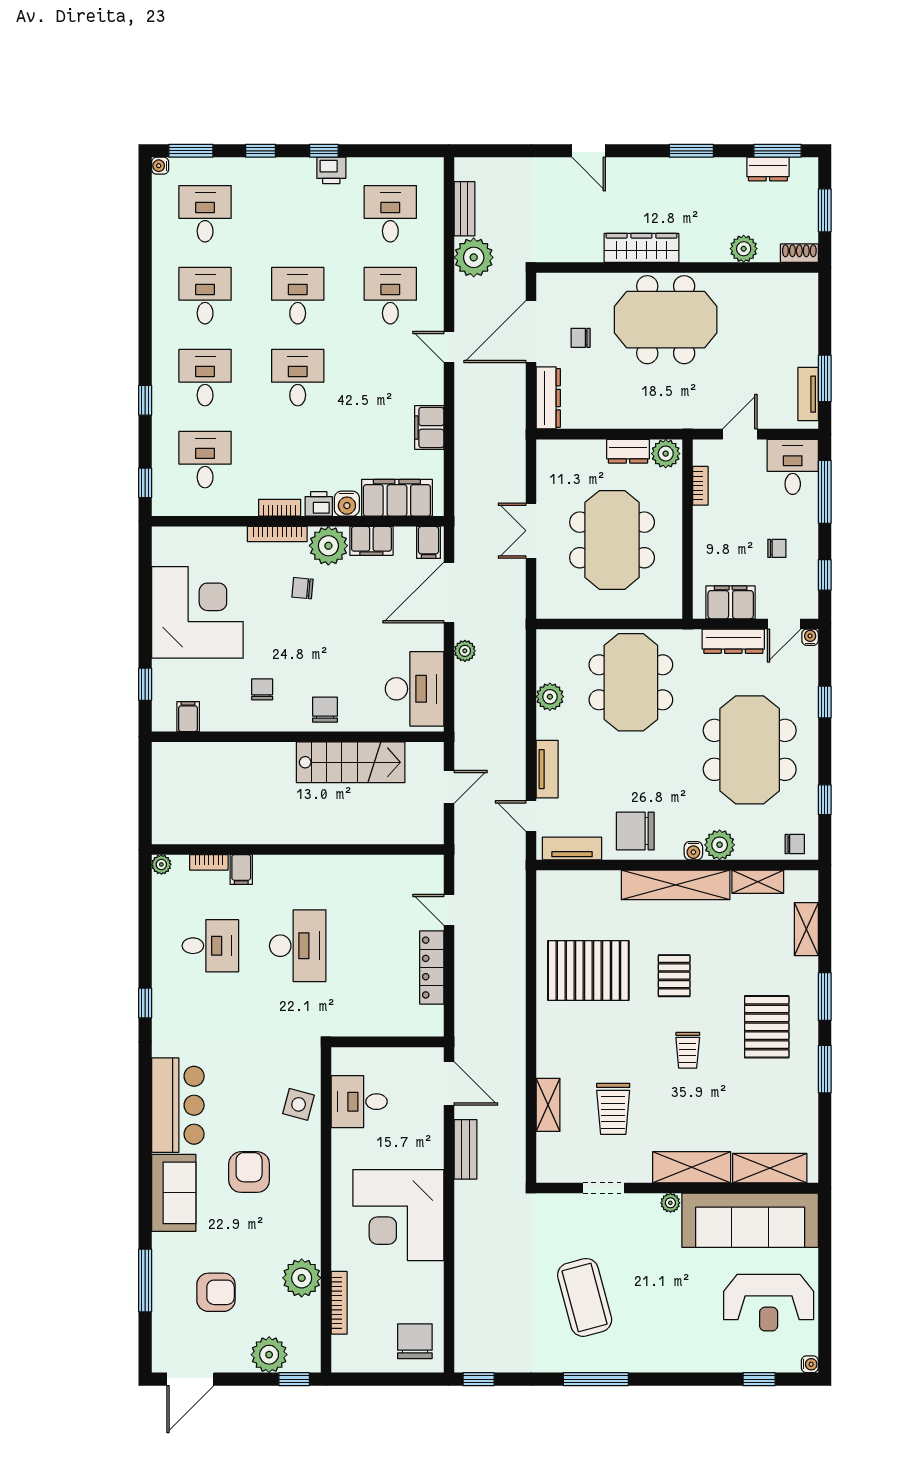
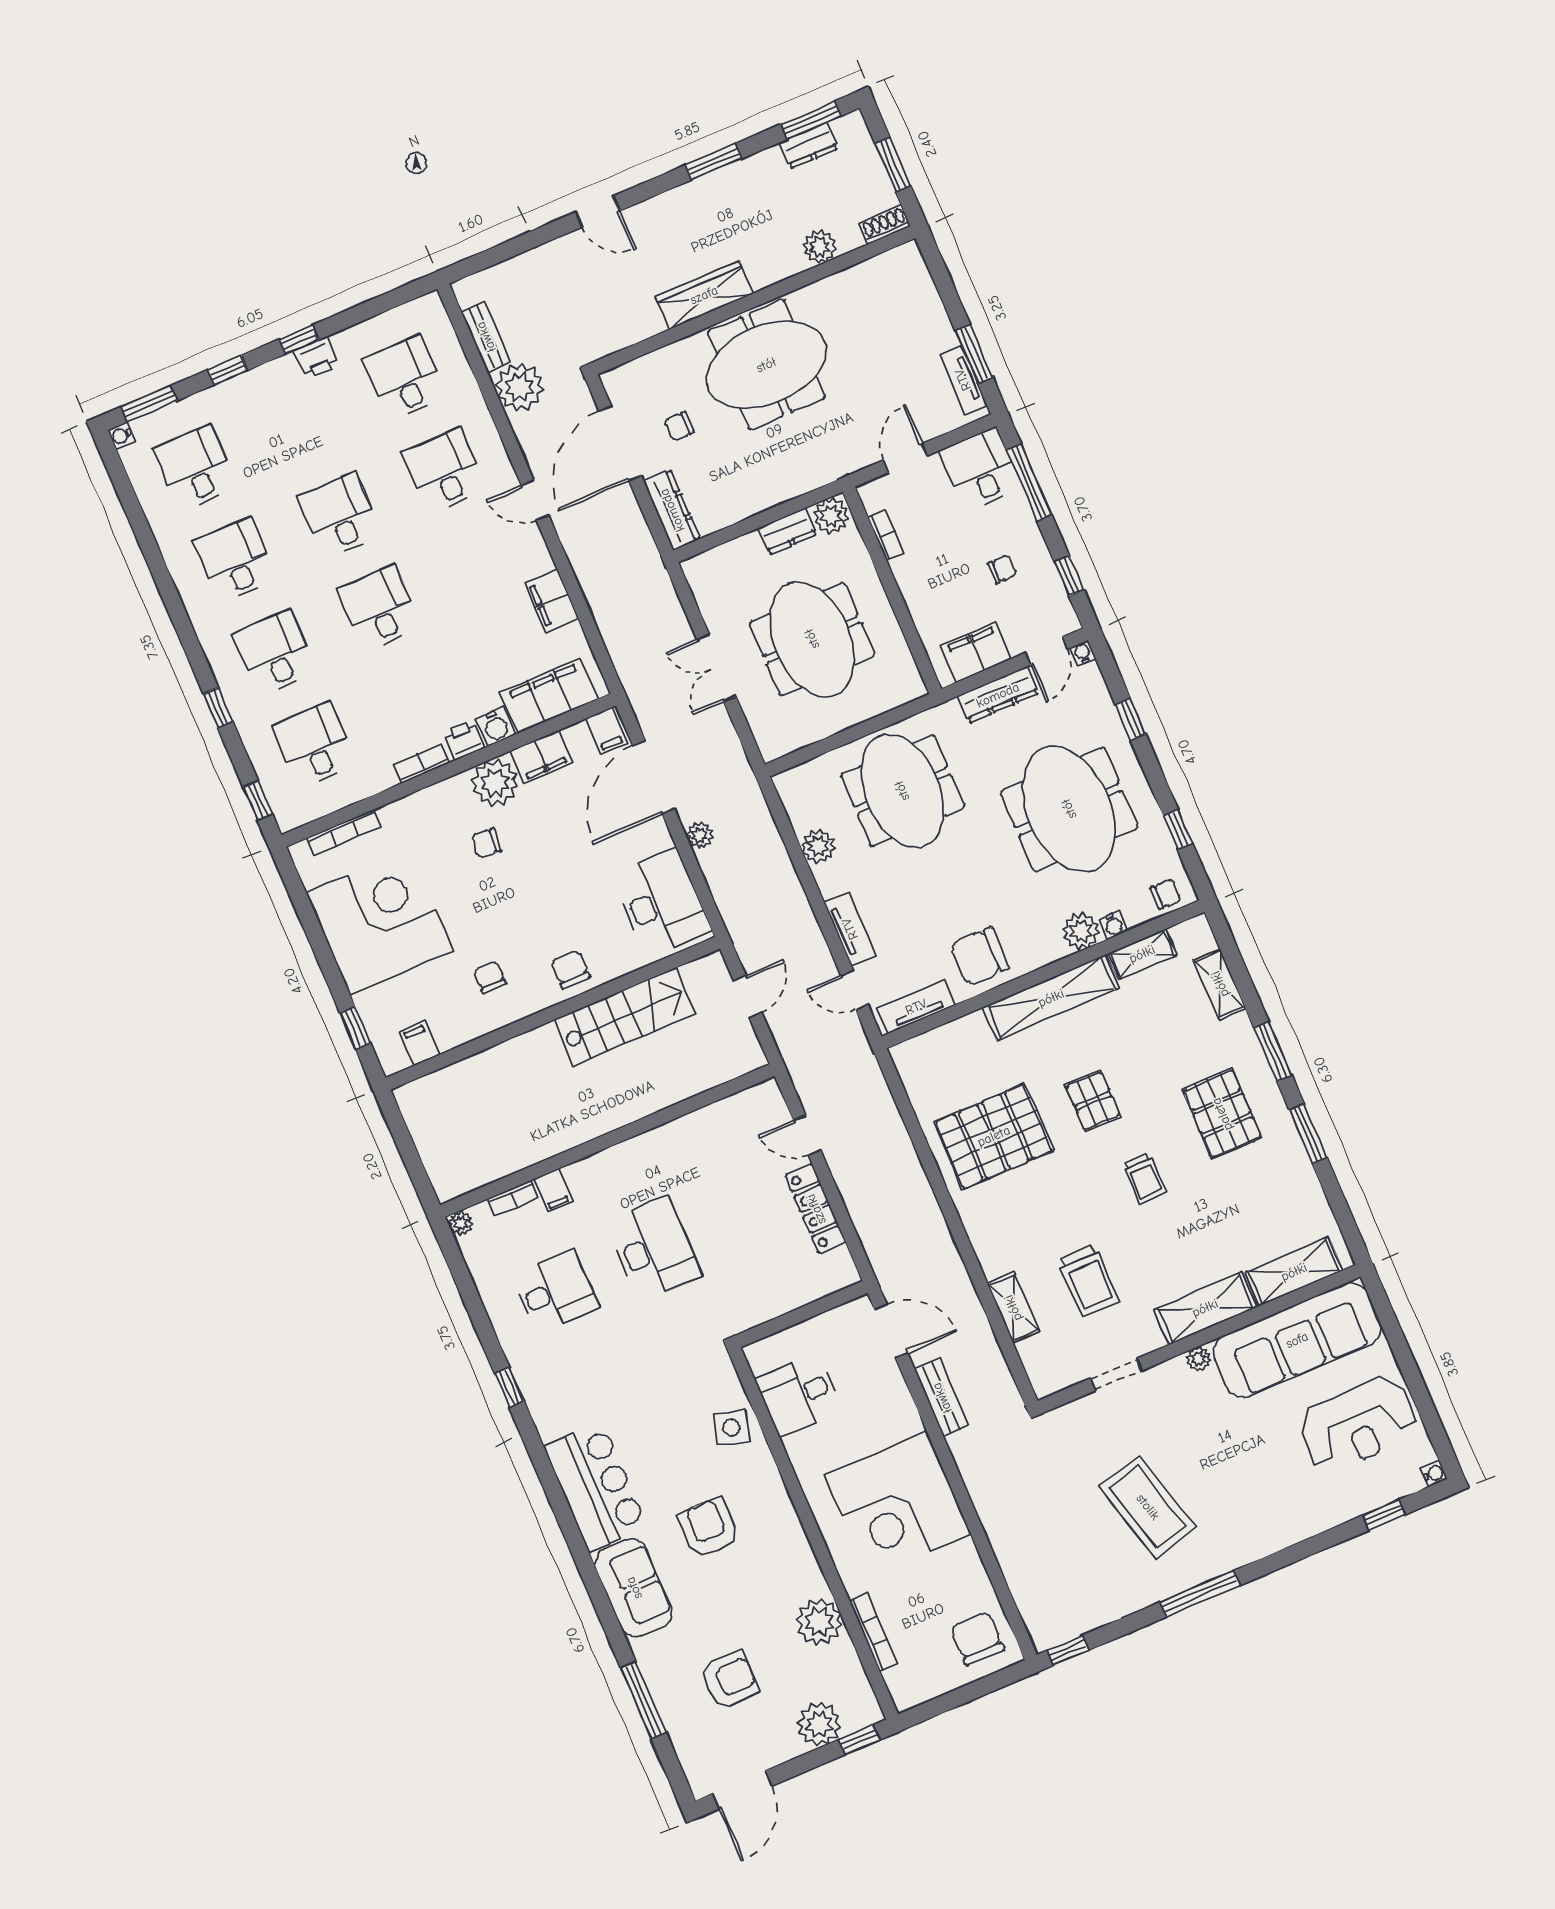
bookcase: (277, 534) -> (344, 832), moved
water cooler: (693, 851) -> (1113, 925), moved

